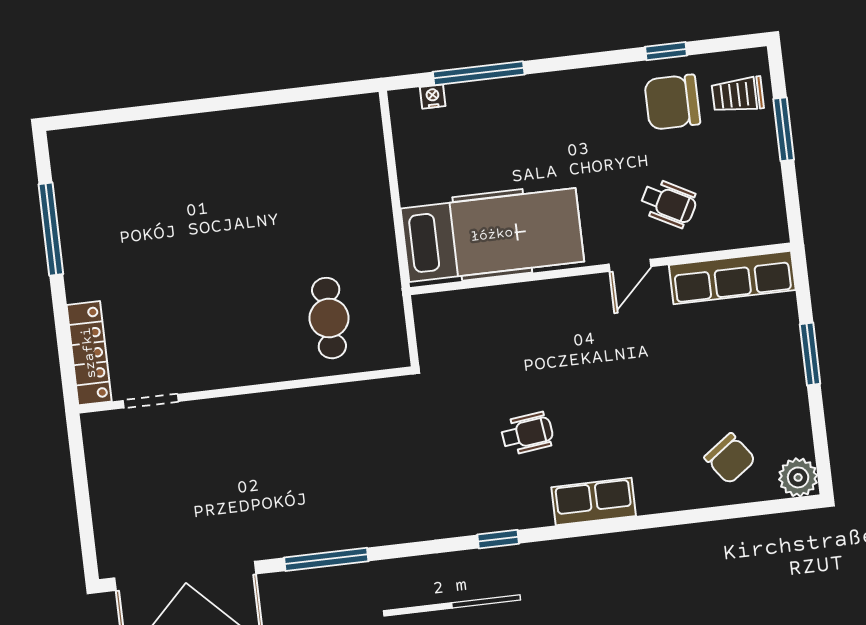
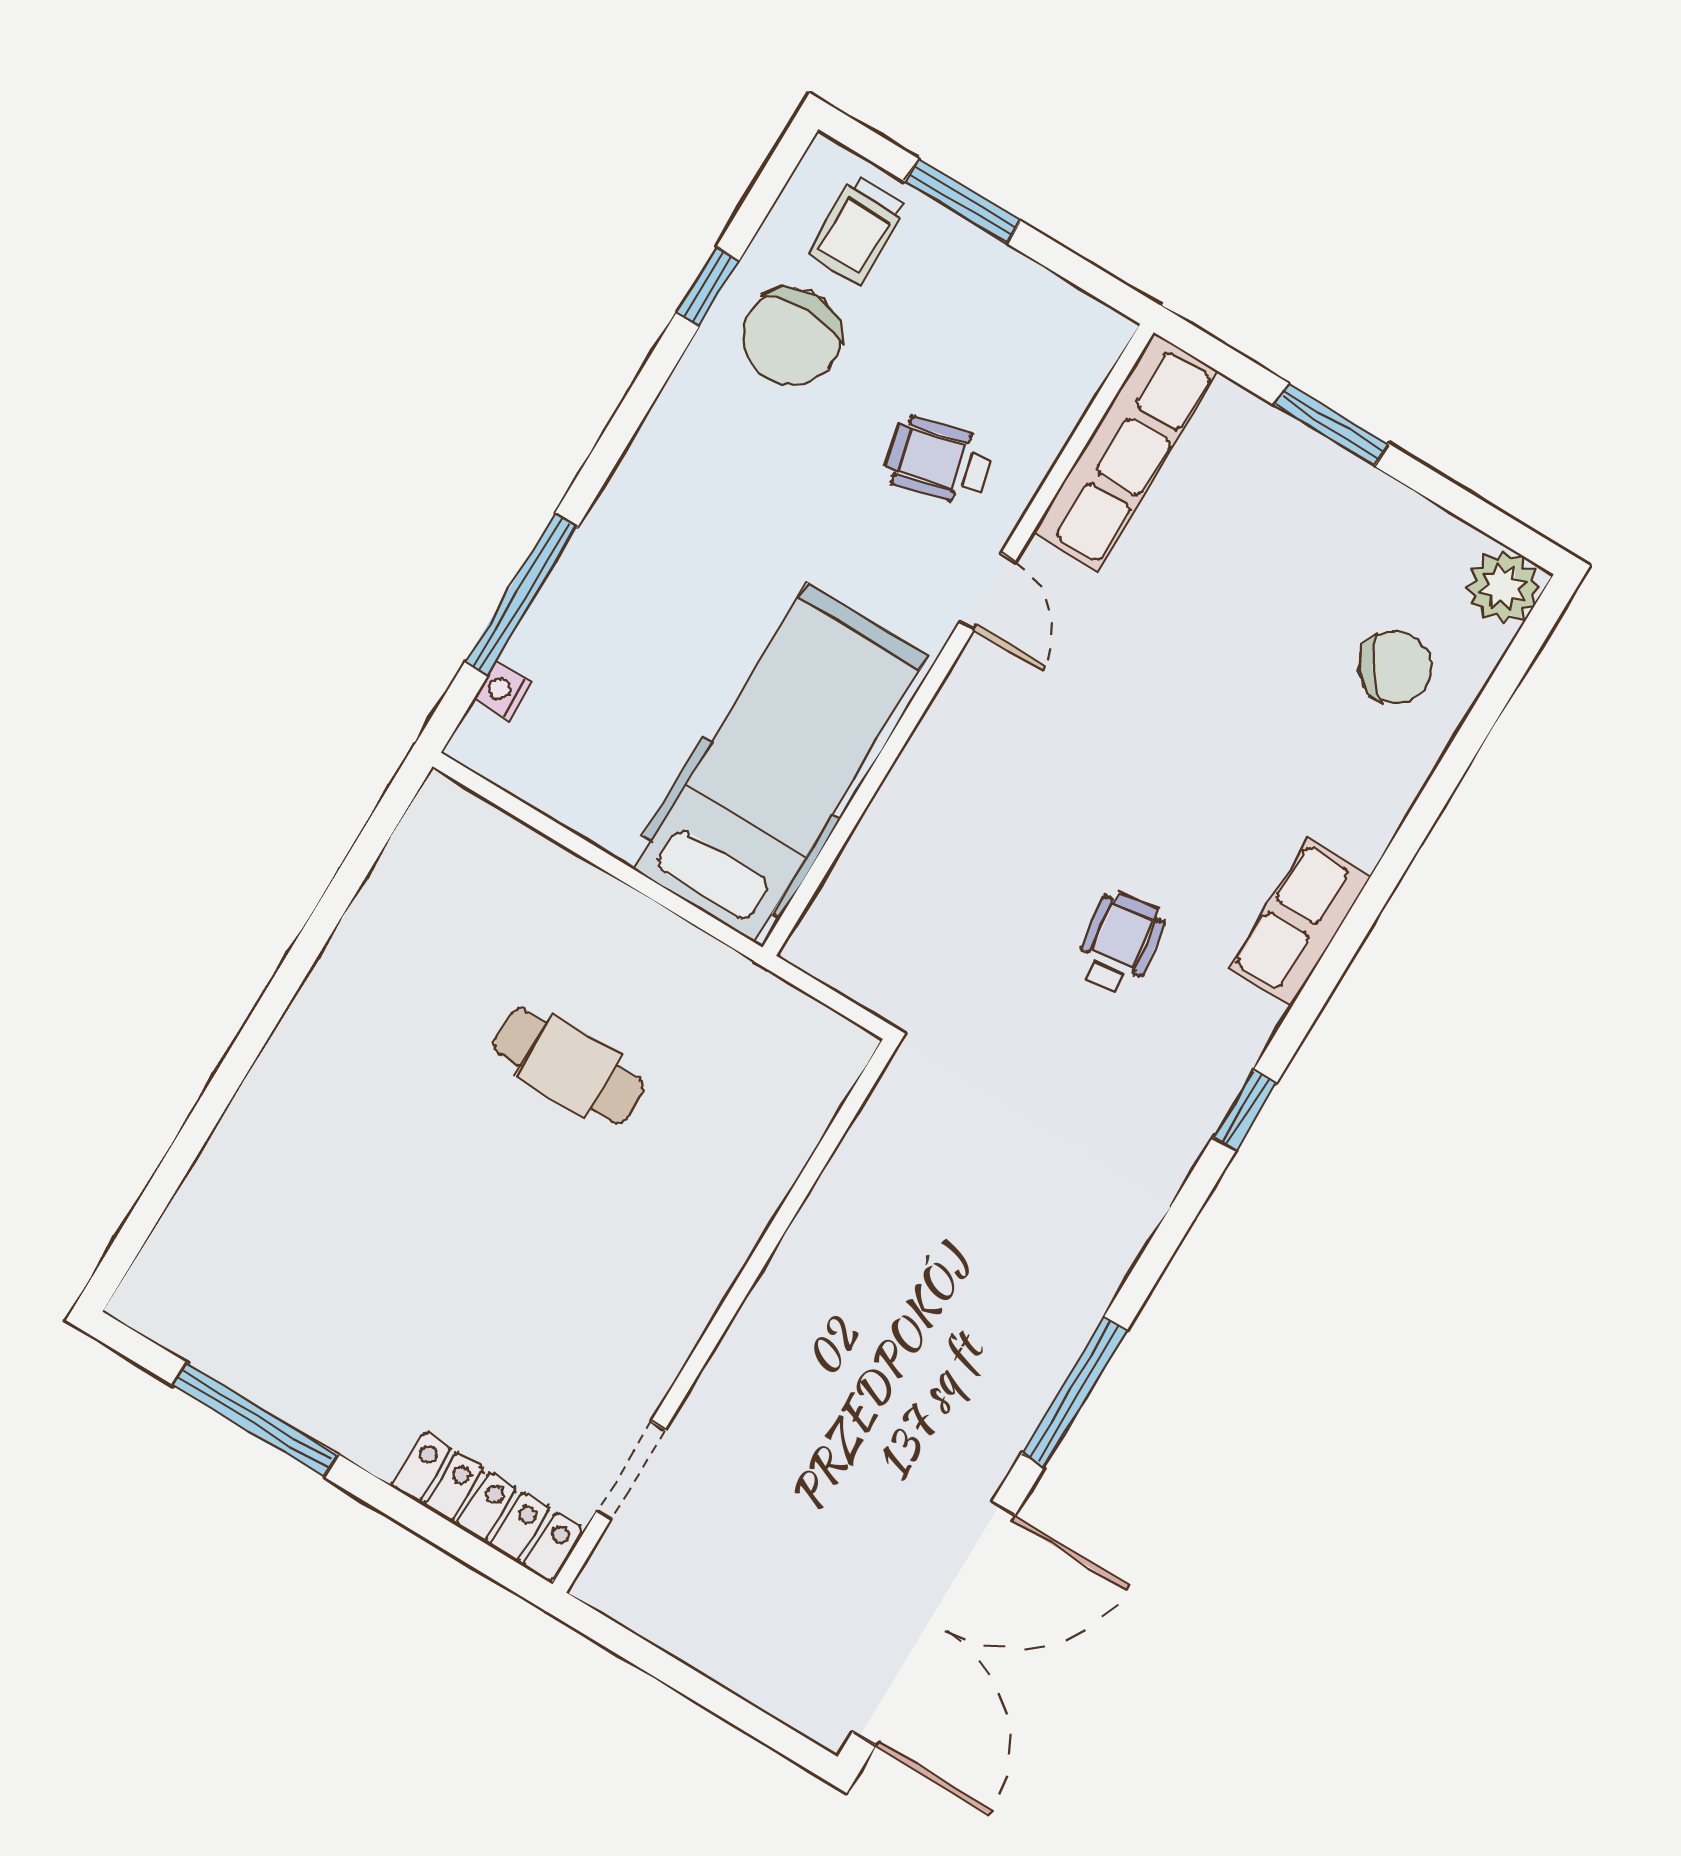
wheelchair: (669, 203) -> (939, 461), turned -132
cafe table: (329, 318) -> (569, 1066), moved

